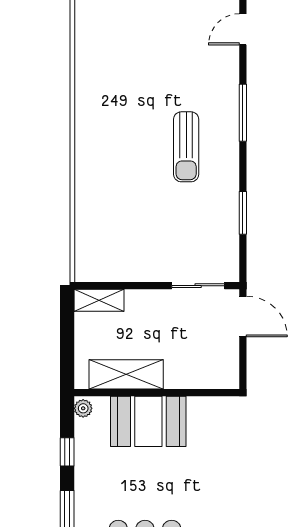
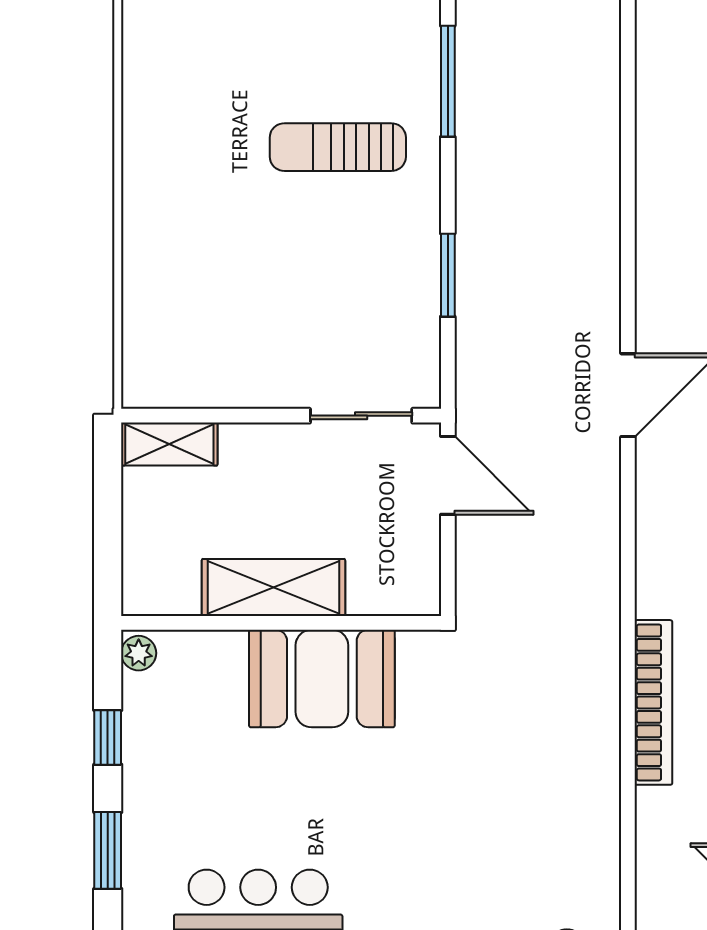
sun lounger: (186, 147) -> (338, 147), turned 90
shelving: (126, 374) -> (273, 588), moved
booth: (148, 421) -> (322, 679), moved

